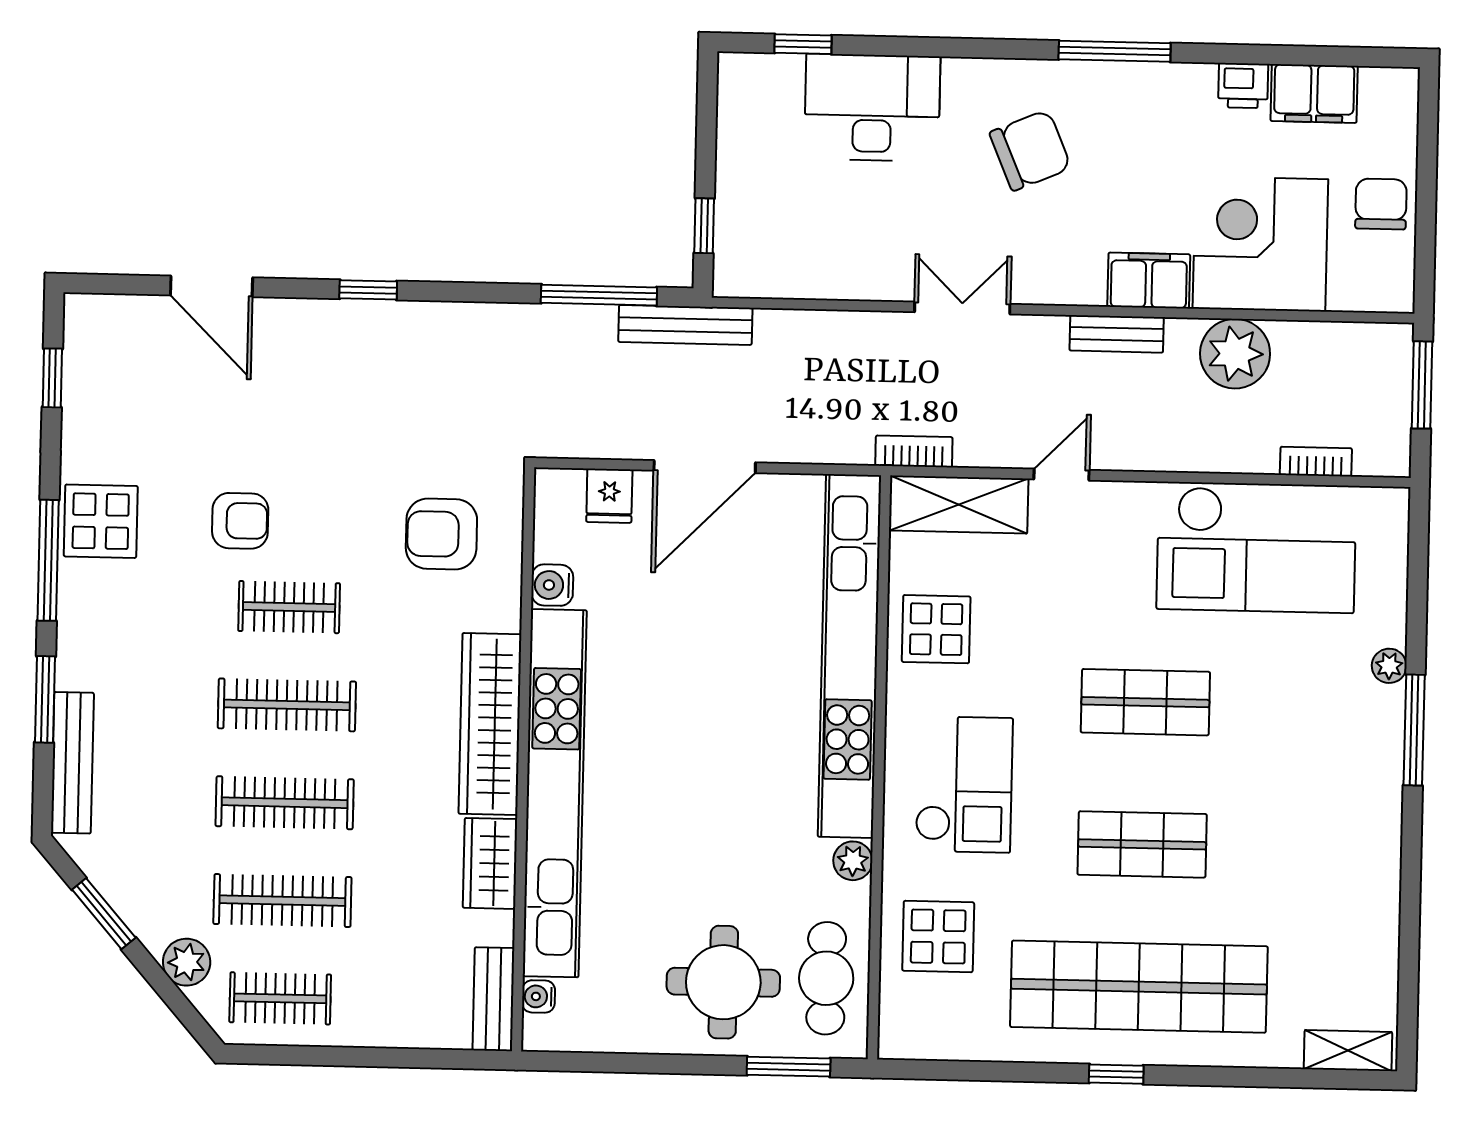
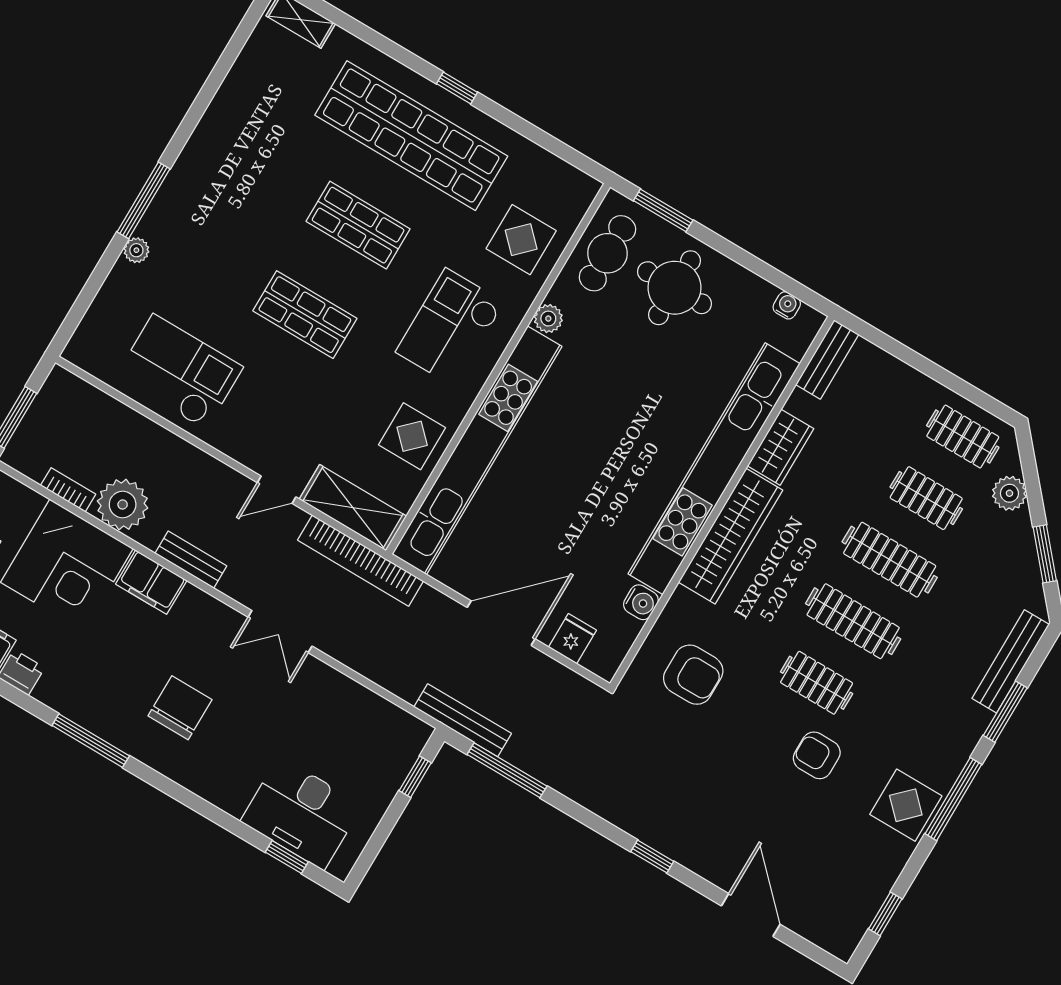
desk: (872, 107) -> (301, 813), moved
chair: (1030, 150) -> (180, 708), turned 113
bookcase: (914, 451) -> (361, 561), width x2.31, depth x1.31
bookcase: (1316, 462) -> (68, 490), moved, turned 180
checkout: (1256, 550) -> (179, 372), width x0.73, depth x0.83
clothes rail: (282, 901) -> (926, 498), width x0.73
water cooler: (538, 996) -> (787, 305), moved, turned -90

